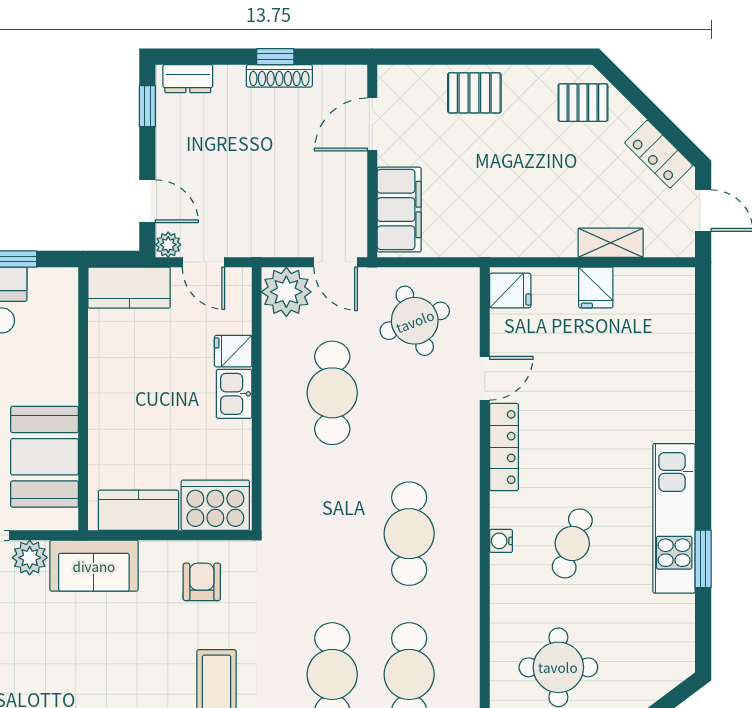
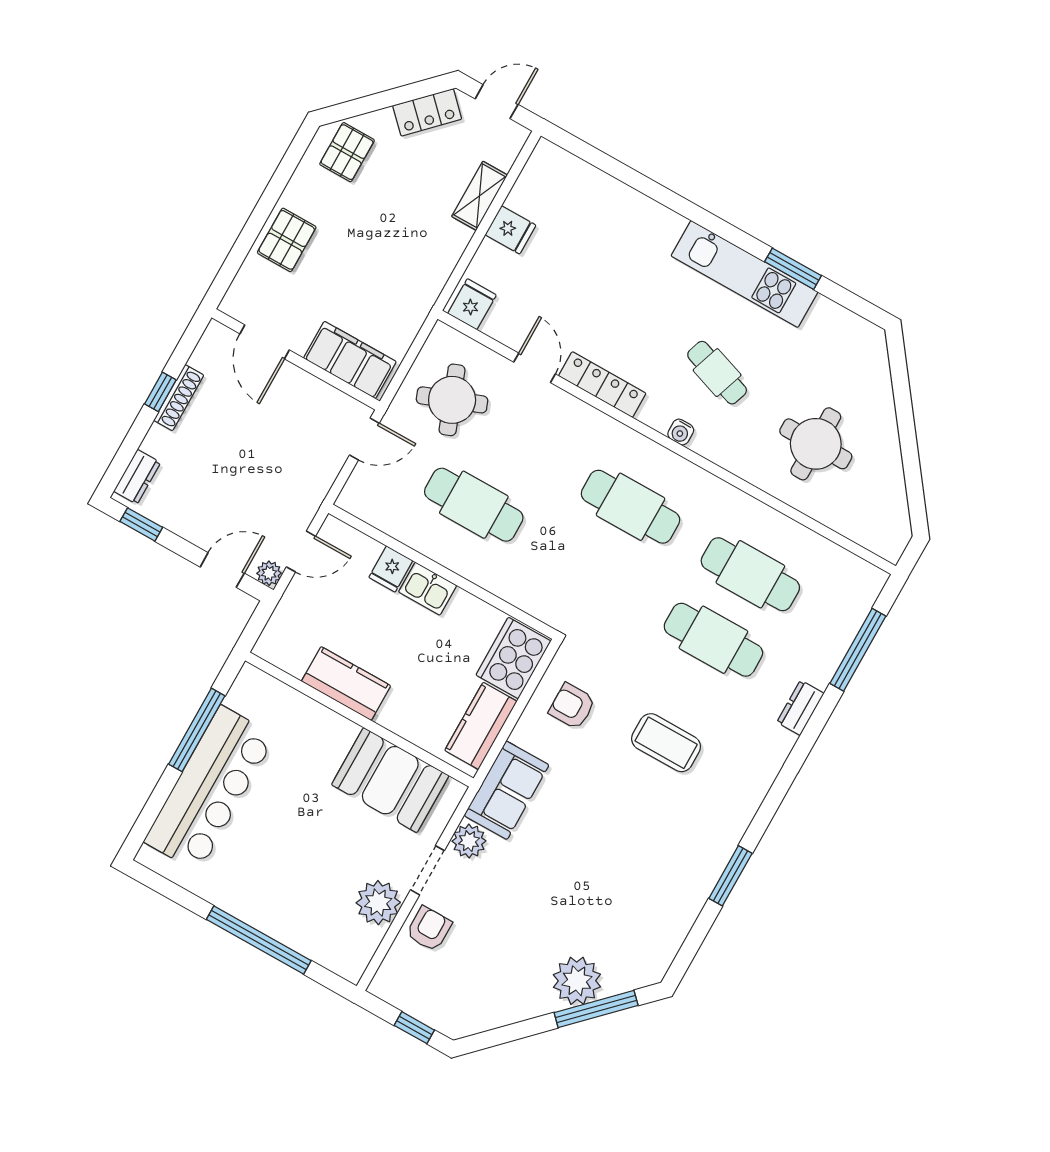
kitchen counter: (129, 288) -> (346, 683), moved, turned -90
plant: (286, 292) -> (366, 495), removed

